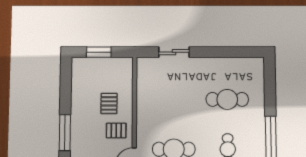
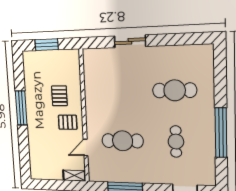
sliding door: (174, 52) -> (130, 41), moved
window: (65, 133) -> (21, 108), moved

